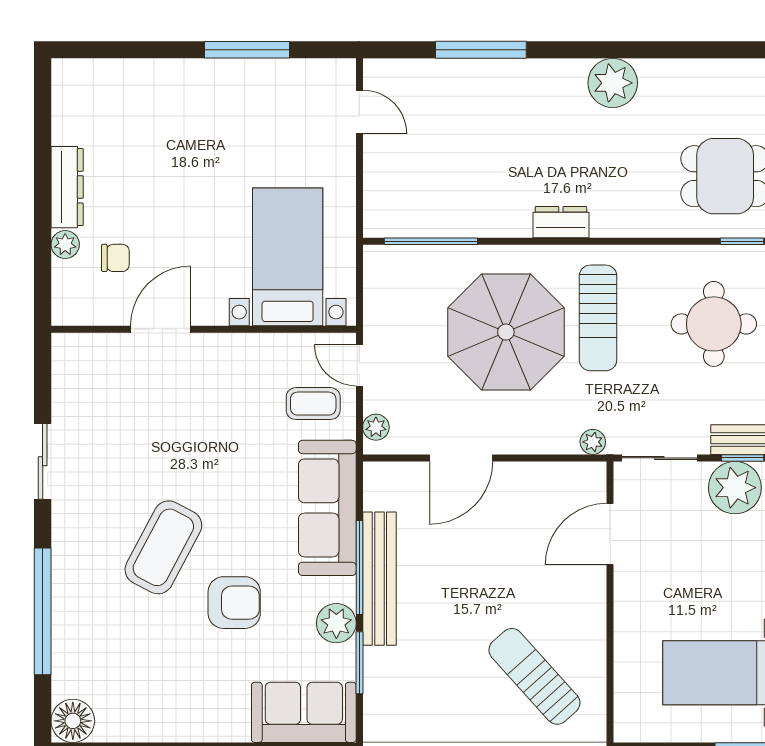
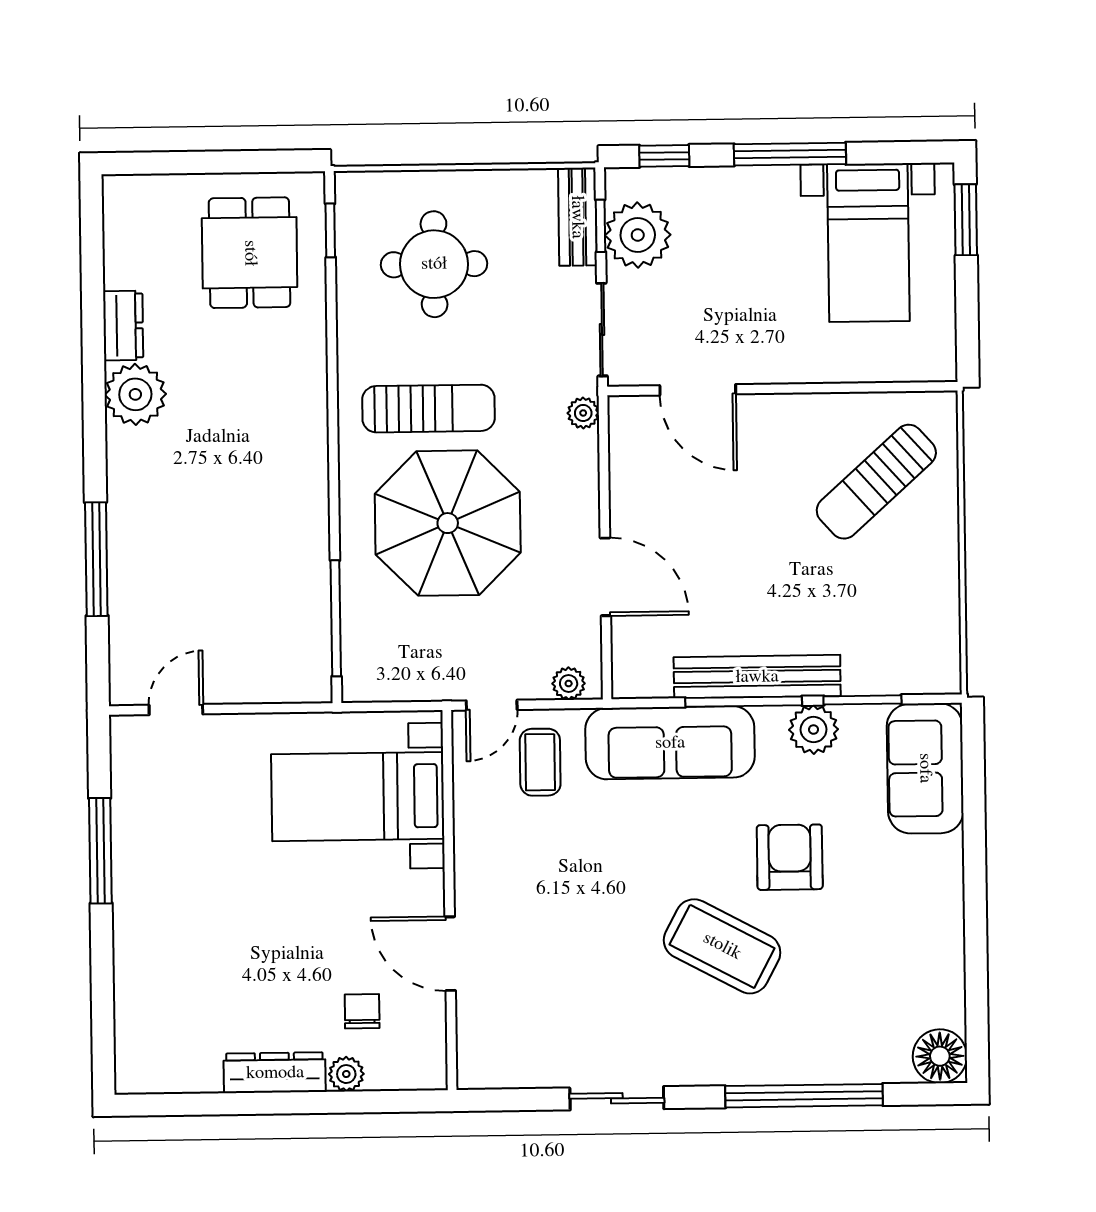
dresser: (561, 222) -> (123, 326), moved, turned 180

